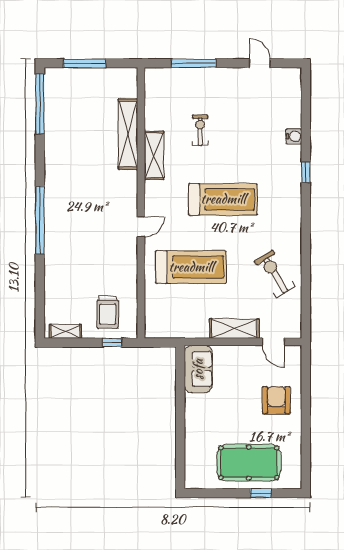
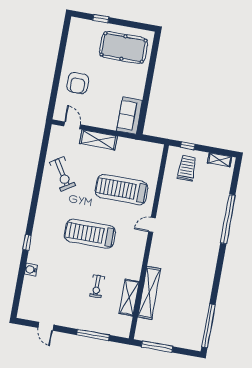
window: (85, 63) -> (157, 347), moved
shelving: (154, 155) -> (129, 298), moved
window: (40, 220) -> (228, 219), moved
pool table: (249, 463) -> (123, 48), moved

